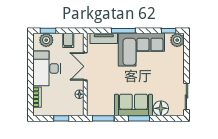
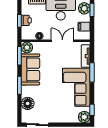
sofa: (133, 105) -> (30, 69), moved
plant: (93, 109) -> (27, 47), added
printer: (61, 110) -> (26, 20), added

